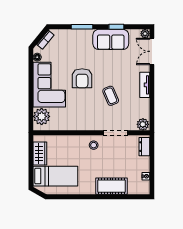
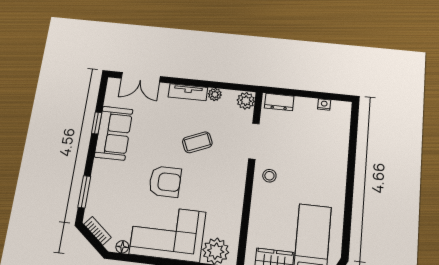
window: (82, 27) -> (84, 192), moved
plant: (145, 34) -> (215, 94), moved
cot: (112, 186) -> (335, 156), removed

